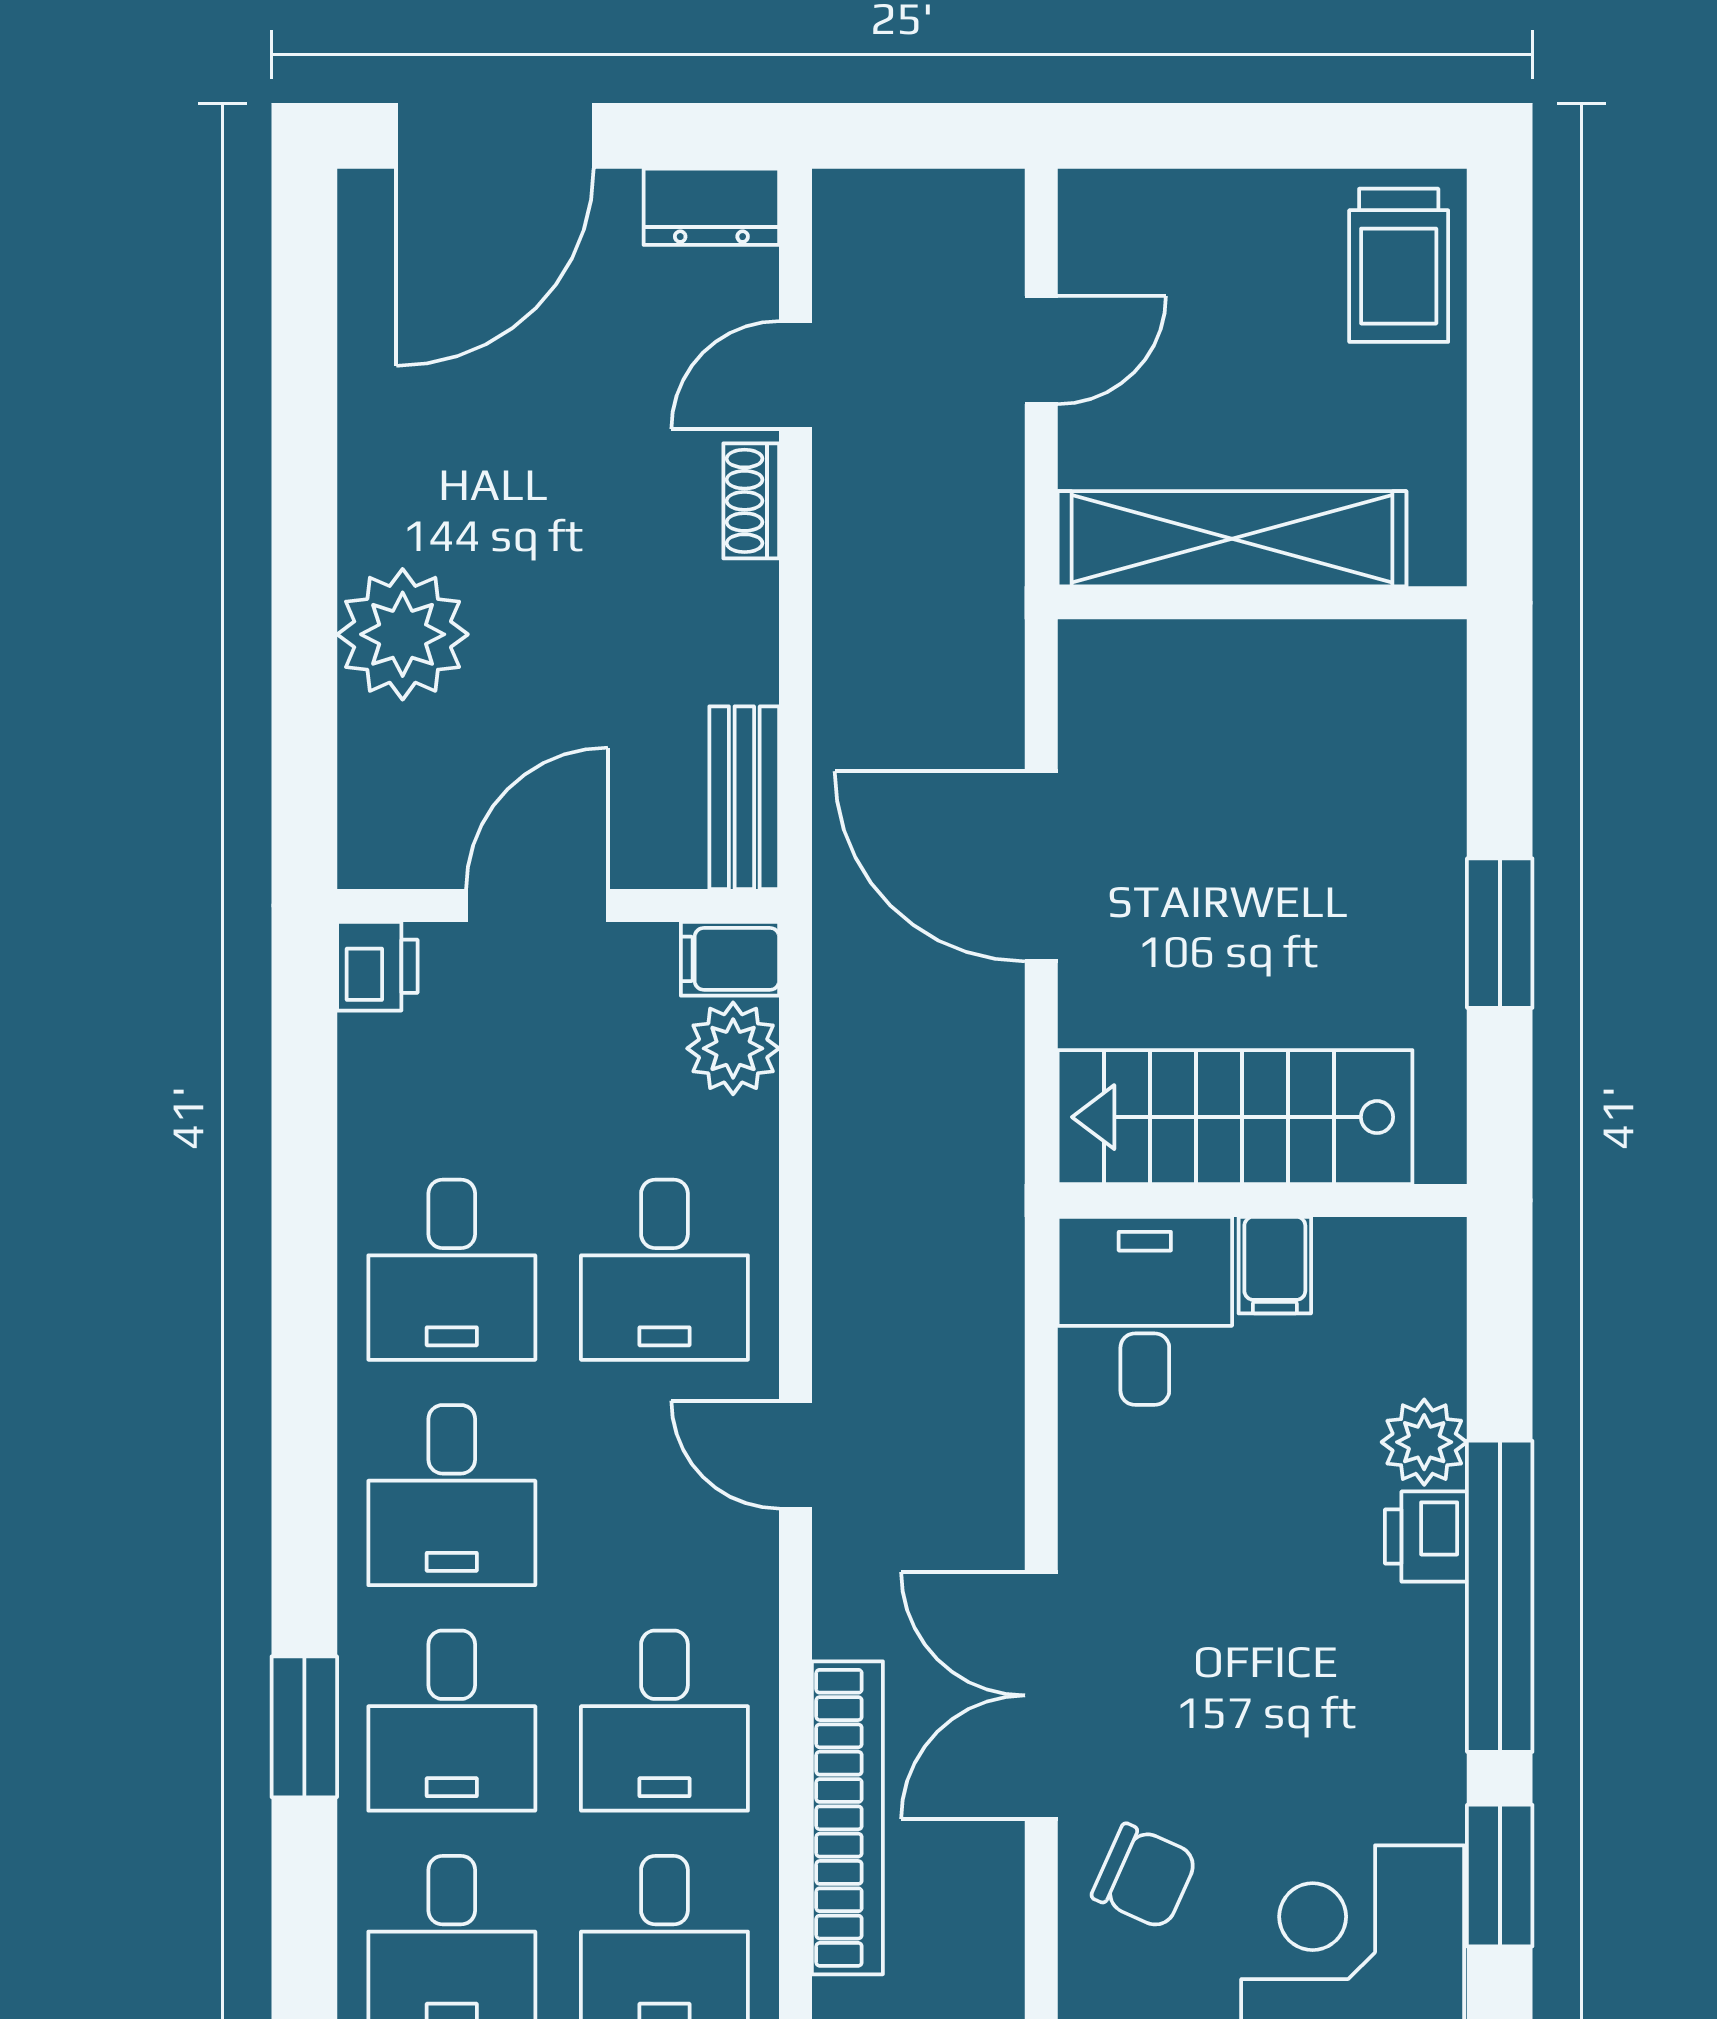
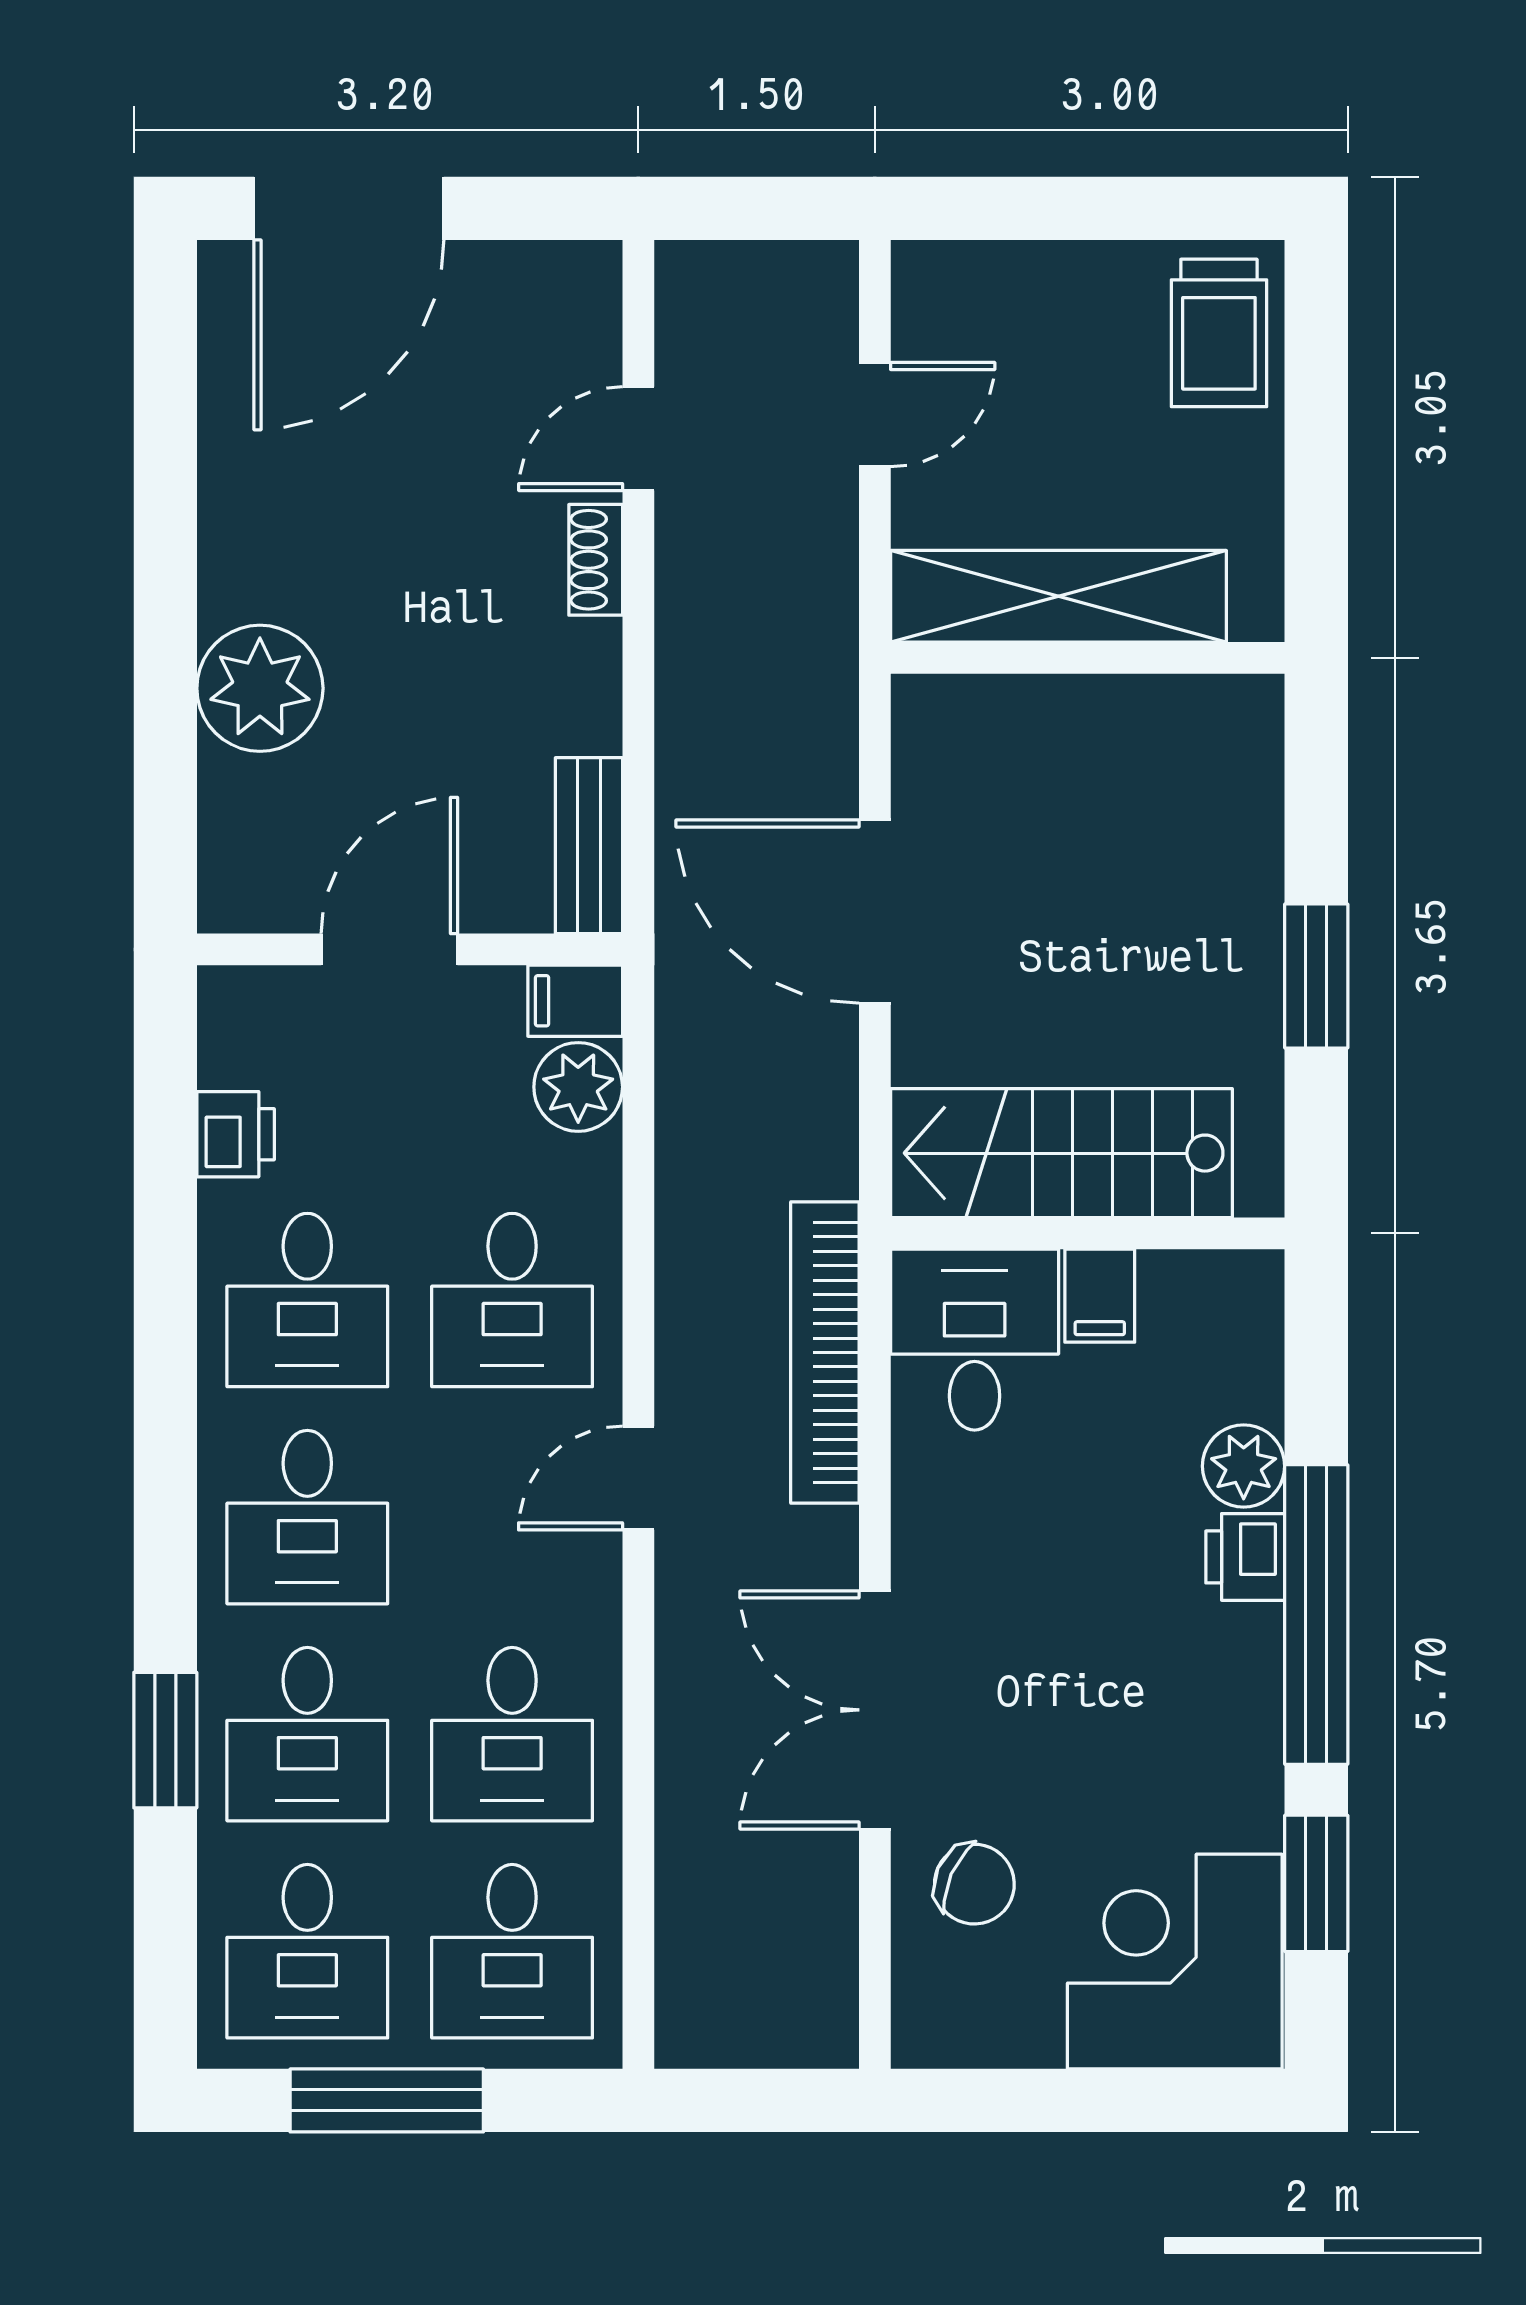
dresser: (711, 207) -> (557, 277), removed
printer: (377, 966) -> (236, 1134), moved
door: (796, 1455) -> (638, 1478), hinge flipped
bookcase: (847, 1818) -> (825, 1352), moved, turned 180

